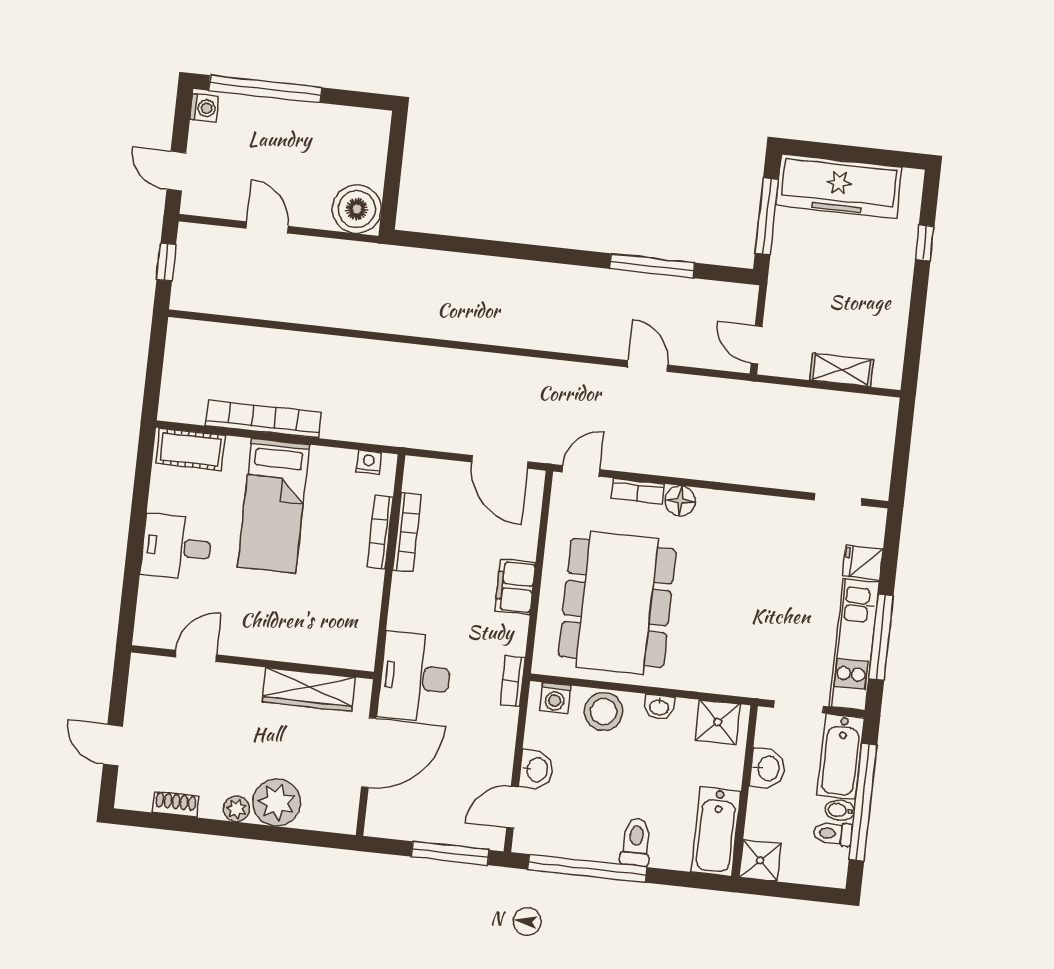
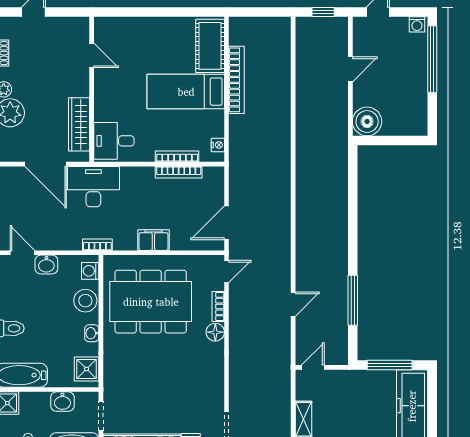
cot: (191, 449) -> (210, 46), width x1.37, depth x1.34
door: (581, 471) -> (227, 271), hinge flipped
desk: (176, 547) -> (114, 141), moved, turned -90

